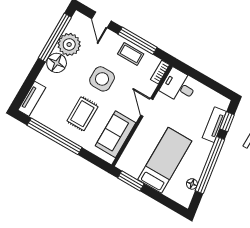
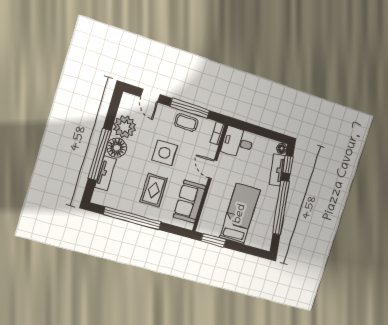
window: (55, 38) -> (100, 154), moved
tv unit: (32, 99) -> (106, 173), moved
floor lamp: (192, 184) -> (282, 148), moved

